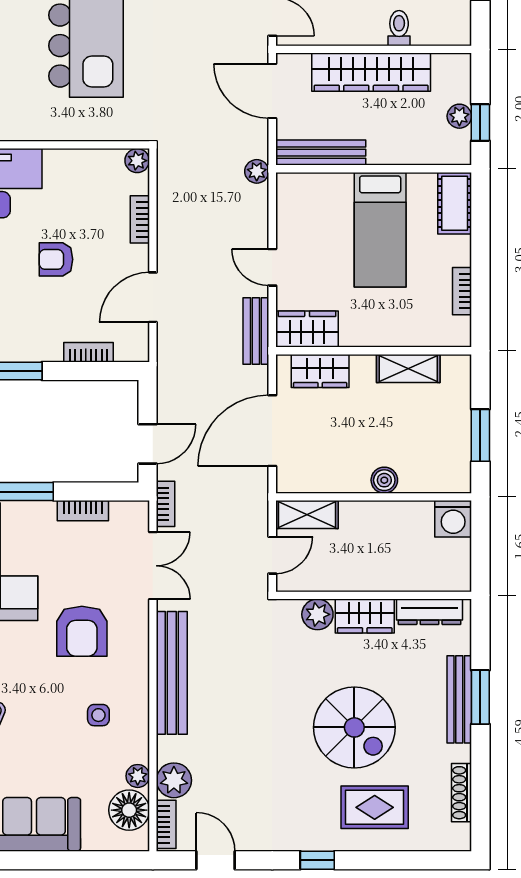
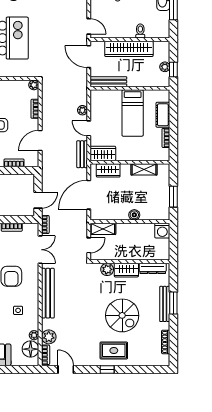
plant: (257, 171) -> (82, 110), moved
cot: (455, 203) -> (163, 115), moved
rug: (375, 807) -> (114, 350), moved

